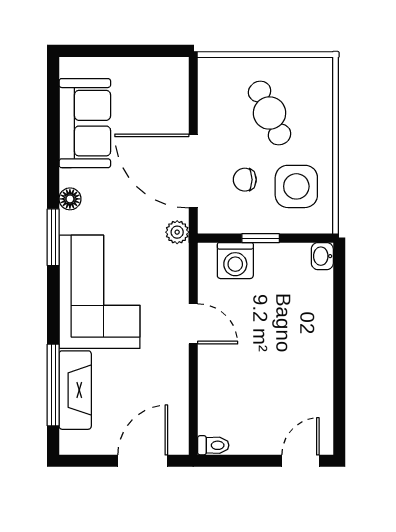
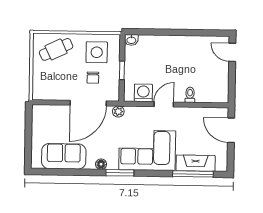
cafe table: (270, 113) -> (56, 49), moved
washing machine: (235, 261) -> (143, 93), moved, turned -90
toilet: (213, 445) -> (190, 95), moved

